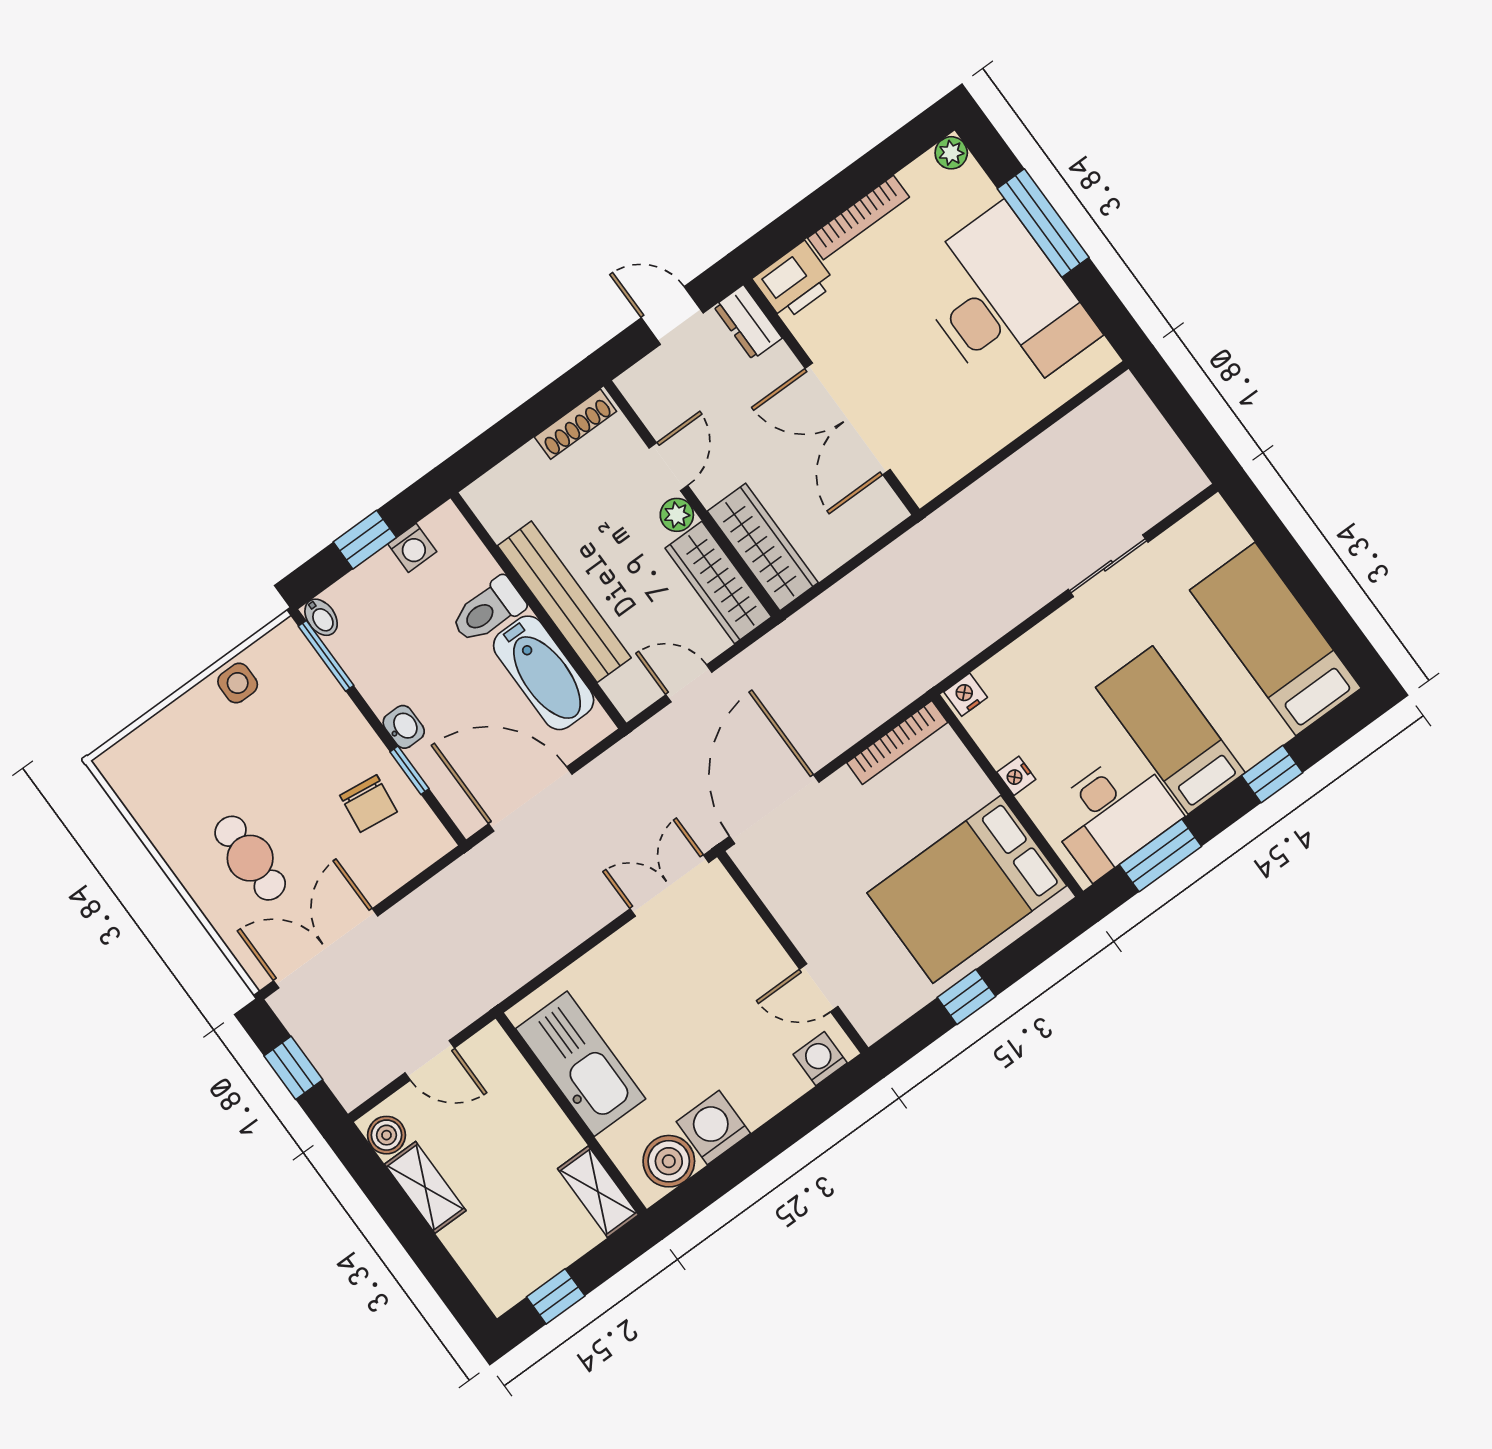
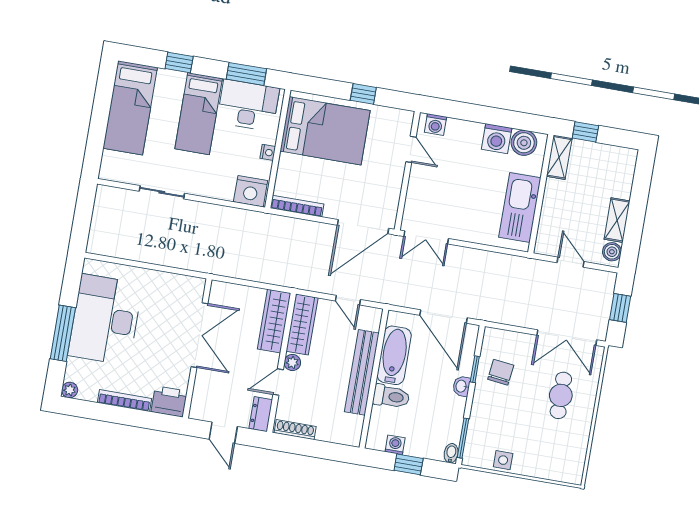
dresser: (748, 322) -> (261, 414), moved, turned 180
nightstand: (966, 695) -> (251, 191), width x1.89, depth x1.79
window: (556, 1296) -> (585, 132), moved

